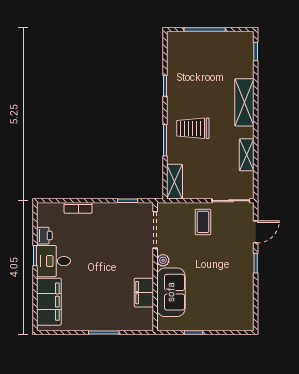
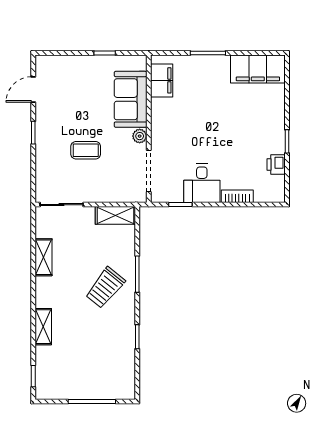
shelving: (244, 102) -> (43, 327), width x0.67, depth x0.75
trolley: (193, 128) -> (105, 288), turned 129
shelving: (175, 182) -> (115, 215), moved, turned 90
coffee table: (203, 222) -> (86, 150), moved, turned 90
door: (256, 232) -> (33, 90), moved
desk: (53, 261) -> (202, 183), moved, turned 90
filing cabinet: (144, 293) -> (162, 80), moved
filing cabinet: (49, 302) -> (258, 69), moved, turned -90

